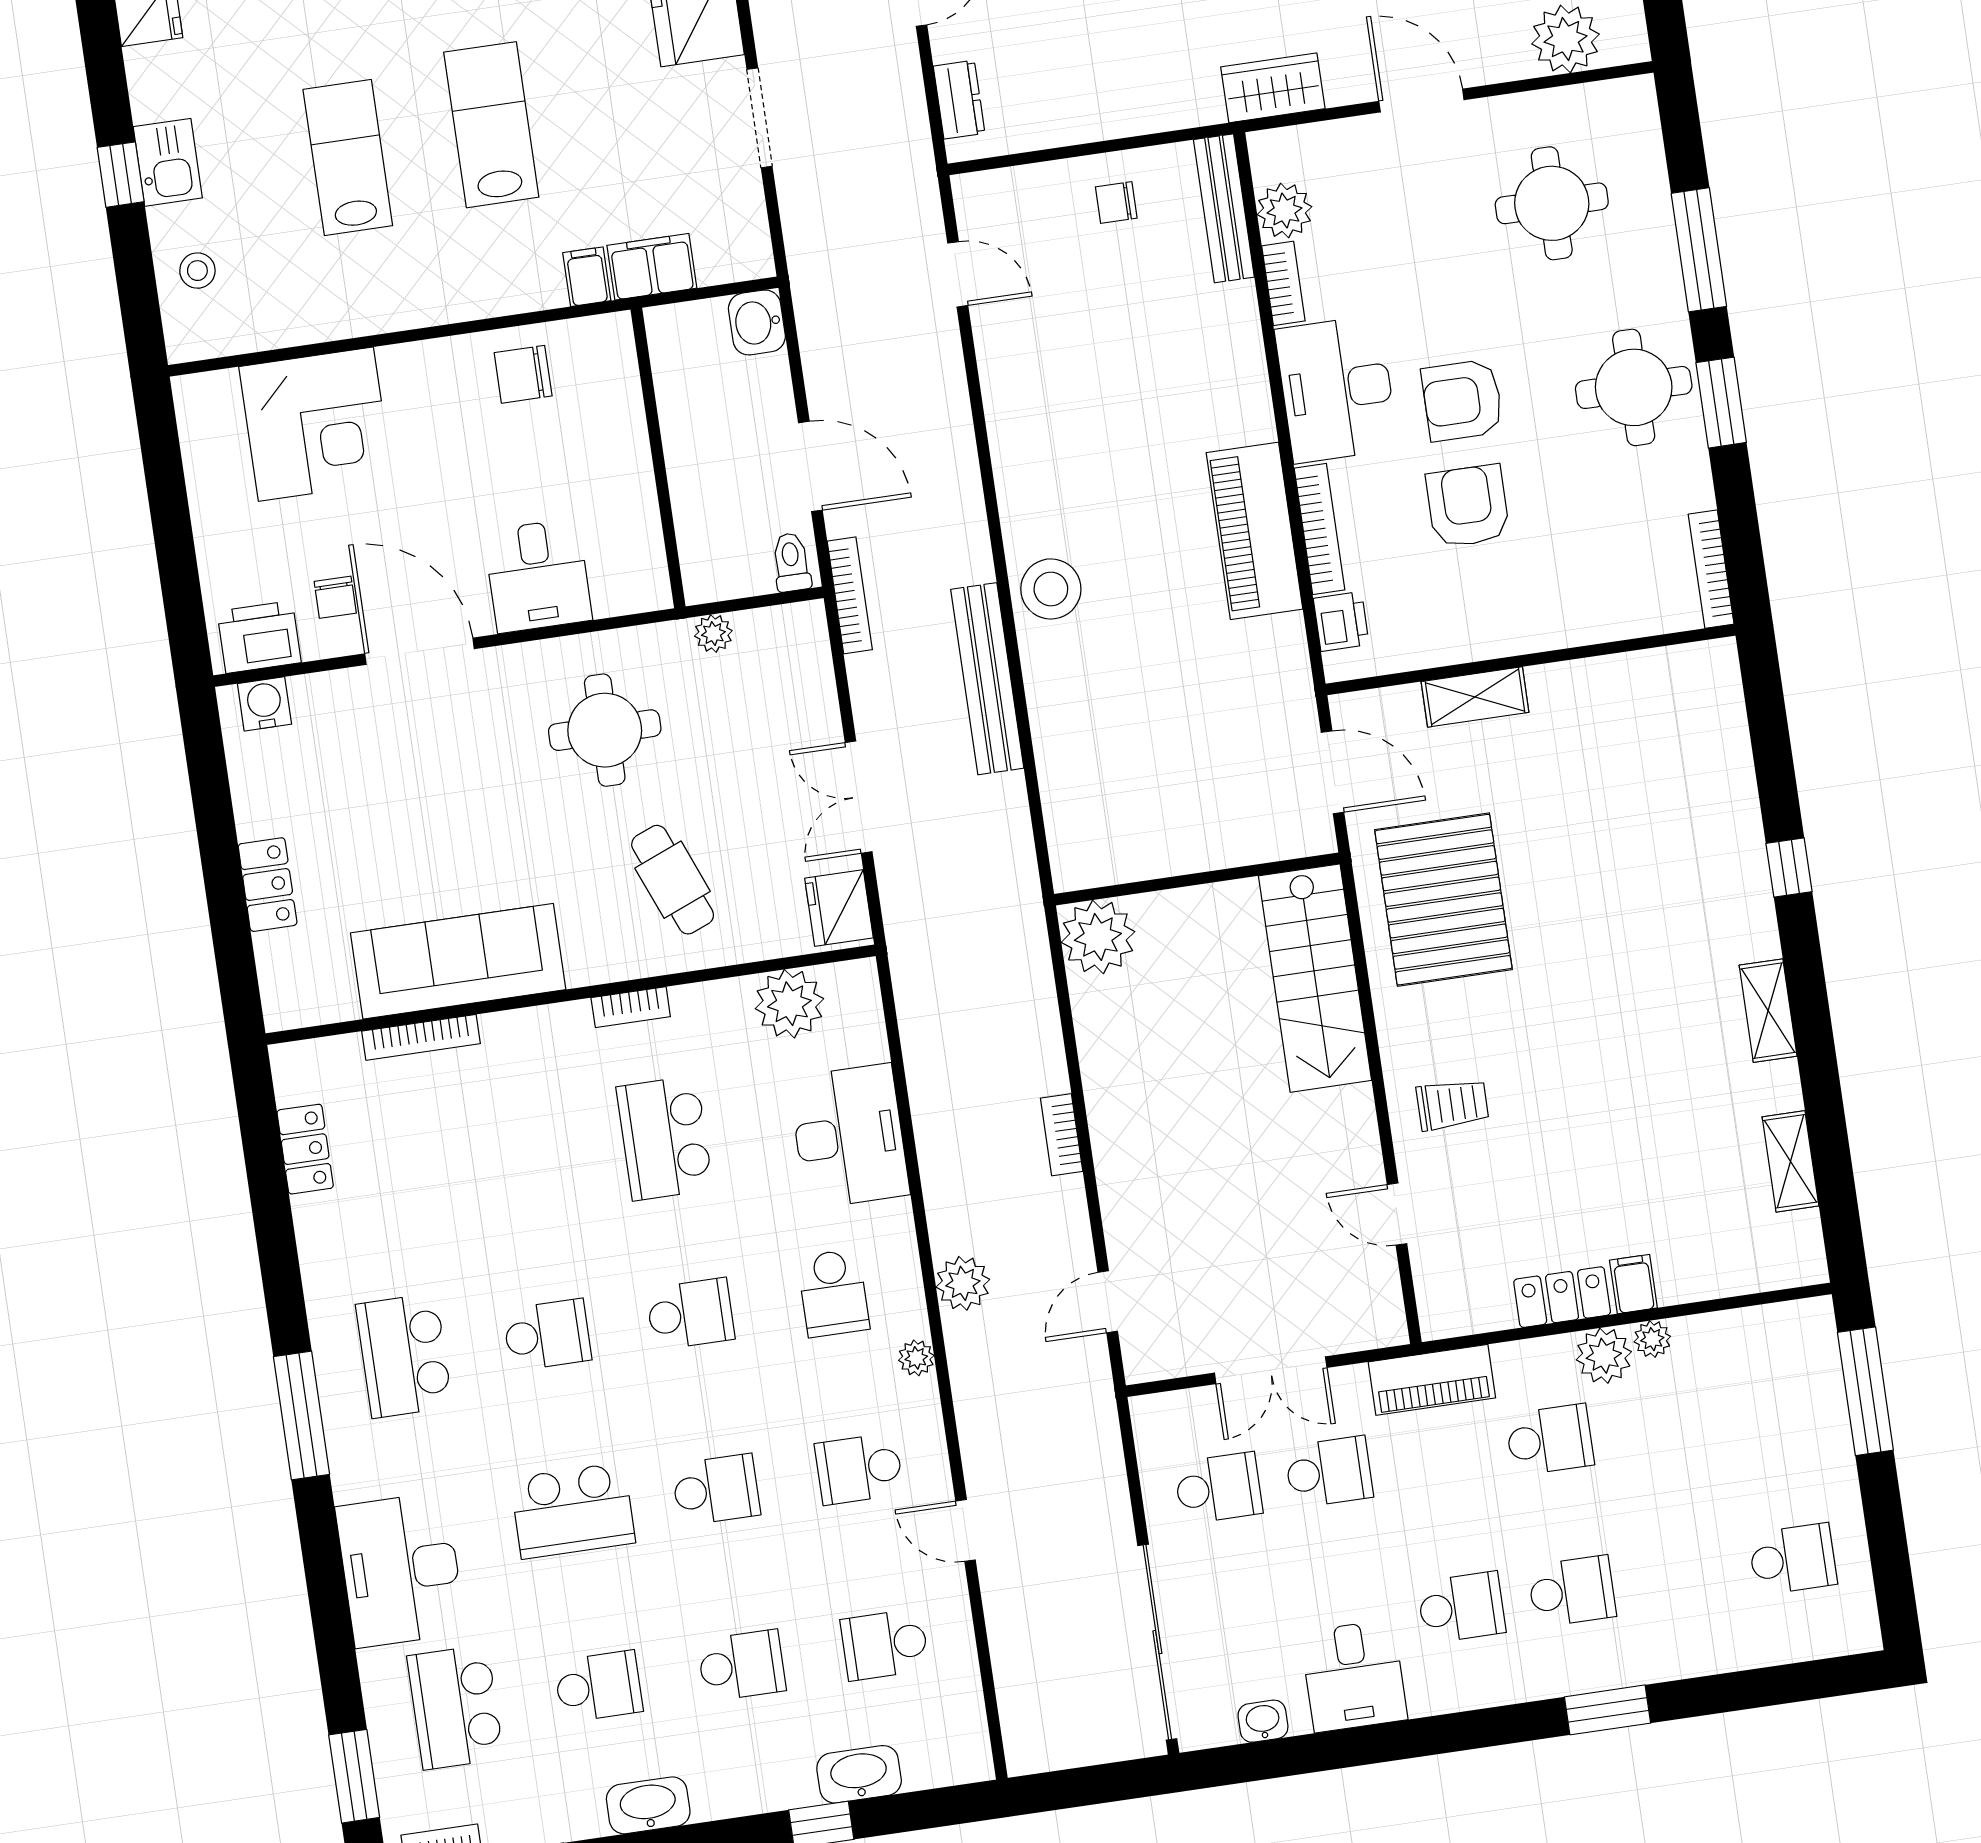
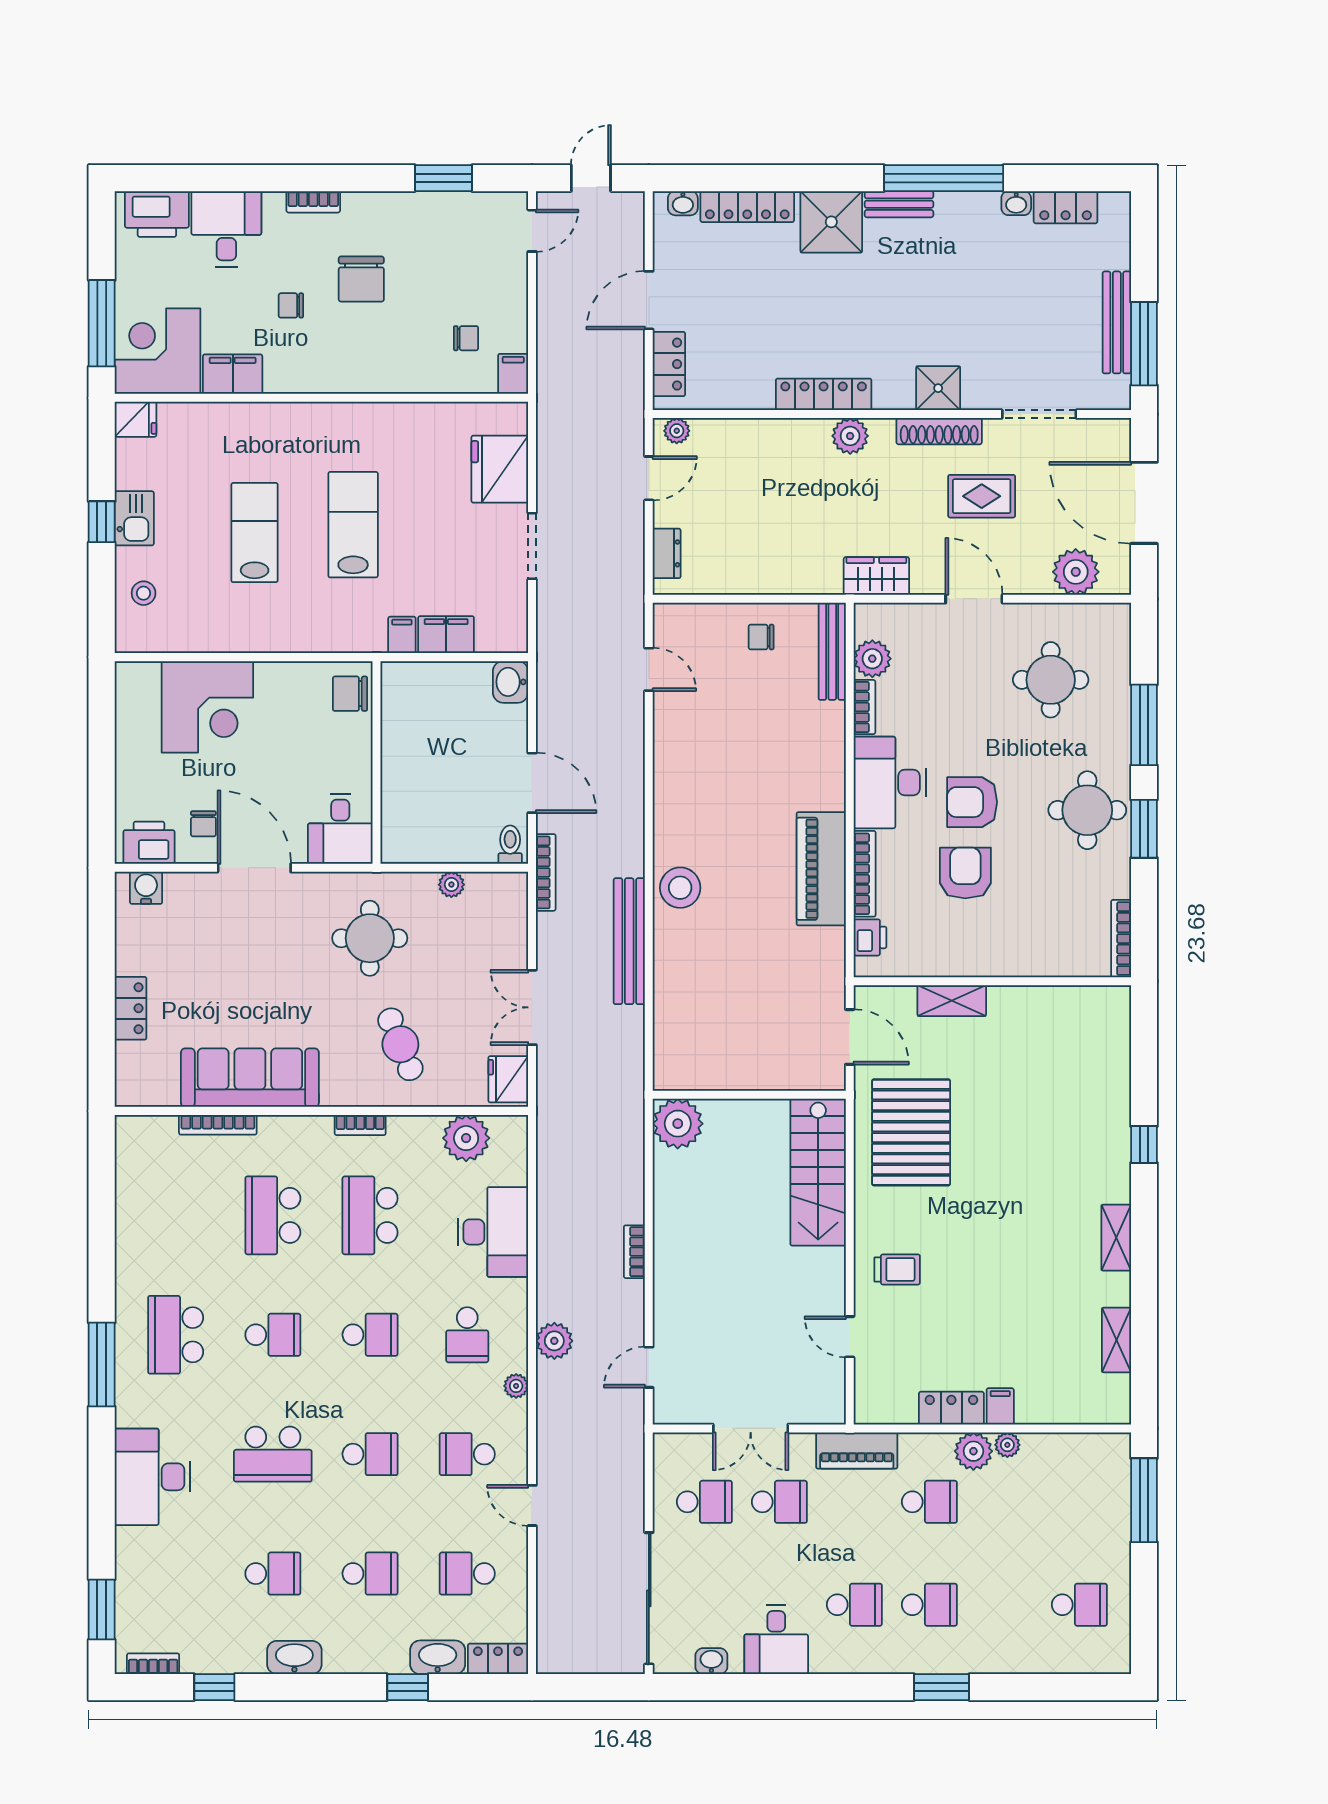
wall: (658, 458) -> (377, 762), moved
locker: (305, 1149) -> (498, 1659), moved, turned -90
school desk: (455, 1707) -> (273, 1215), moved

